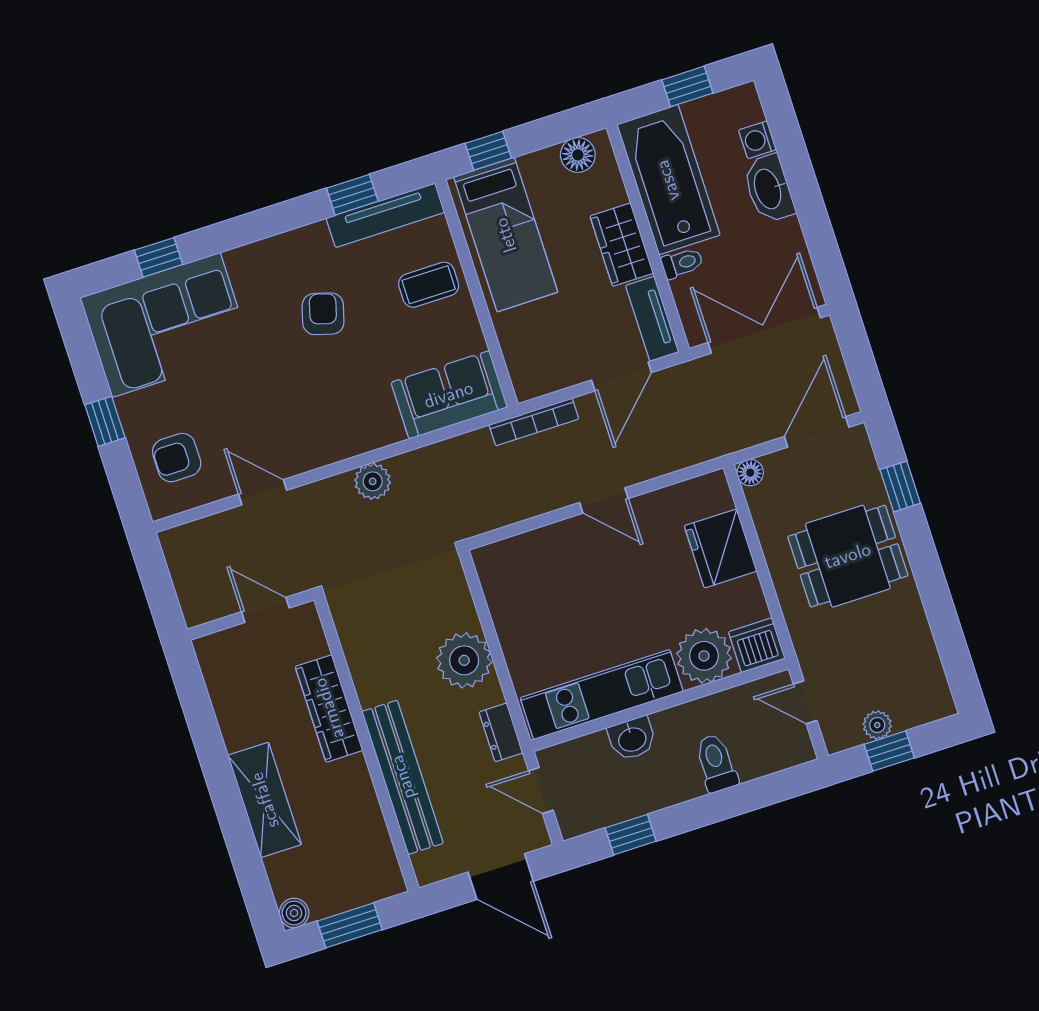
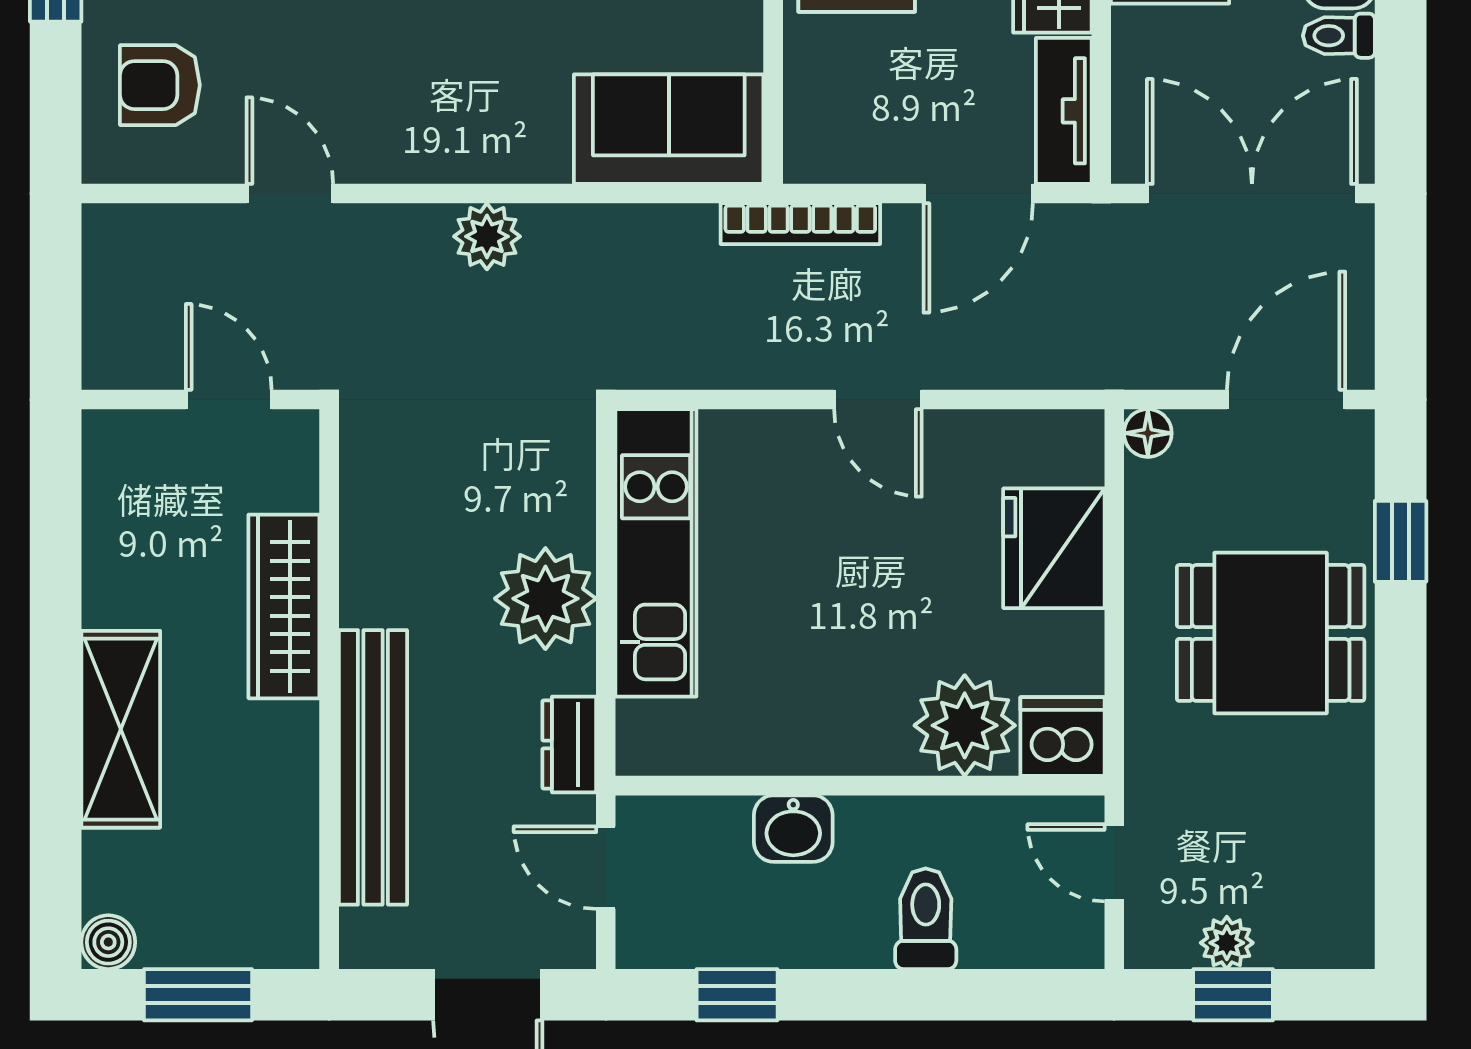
toilet: (682, 263) -> (1339, 36), moved, turned 180
kitchen unit: (602, 695) -> (656, 553), moved, turned 90

